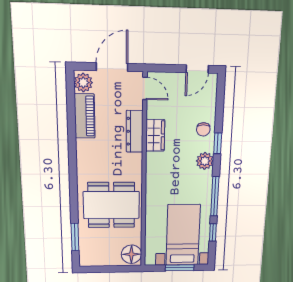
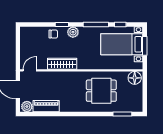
door: (197, 69) -> (18, 39), removed
dresser: (135, 131) -> (55, 76), removed
wardrobe: (155, 135) -> (62, 64), width x1.50
dining table: (111, 205) -> (101, 91), width x0.73

